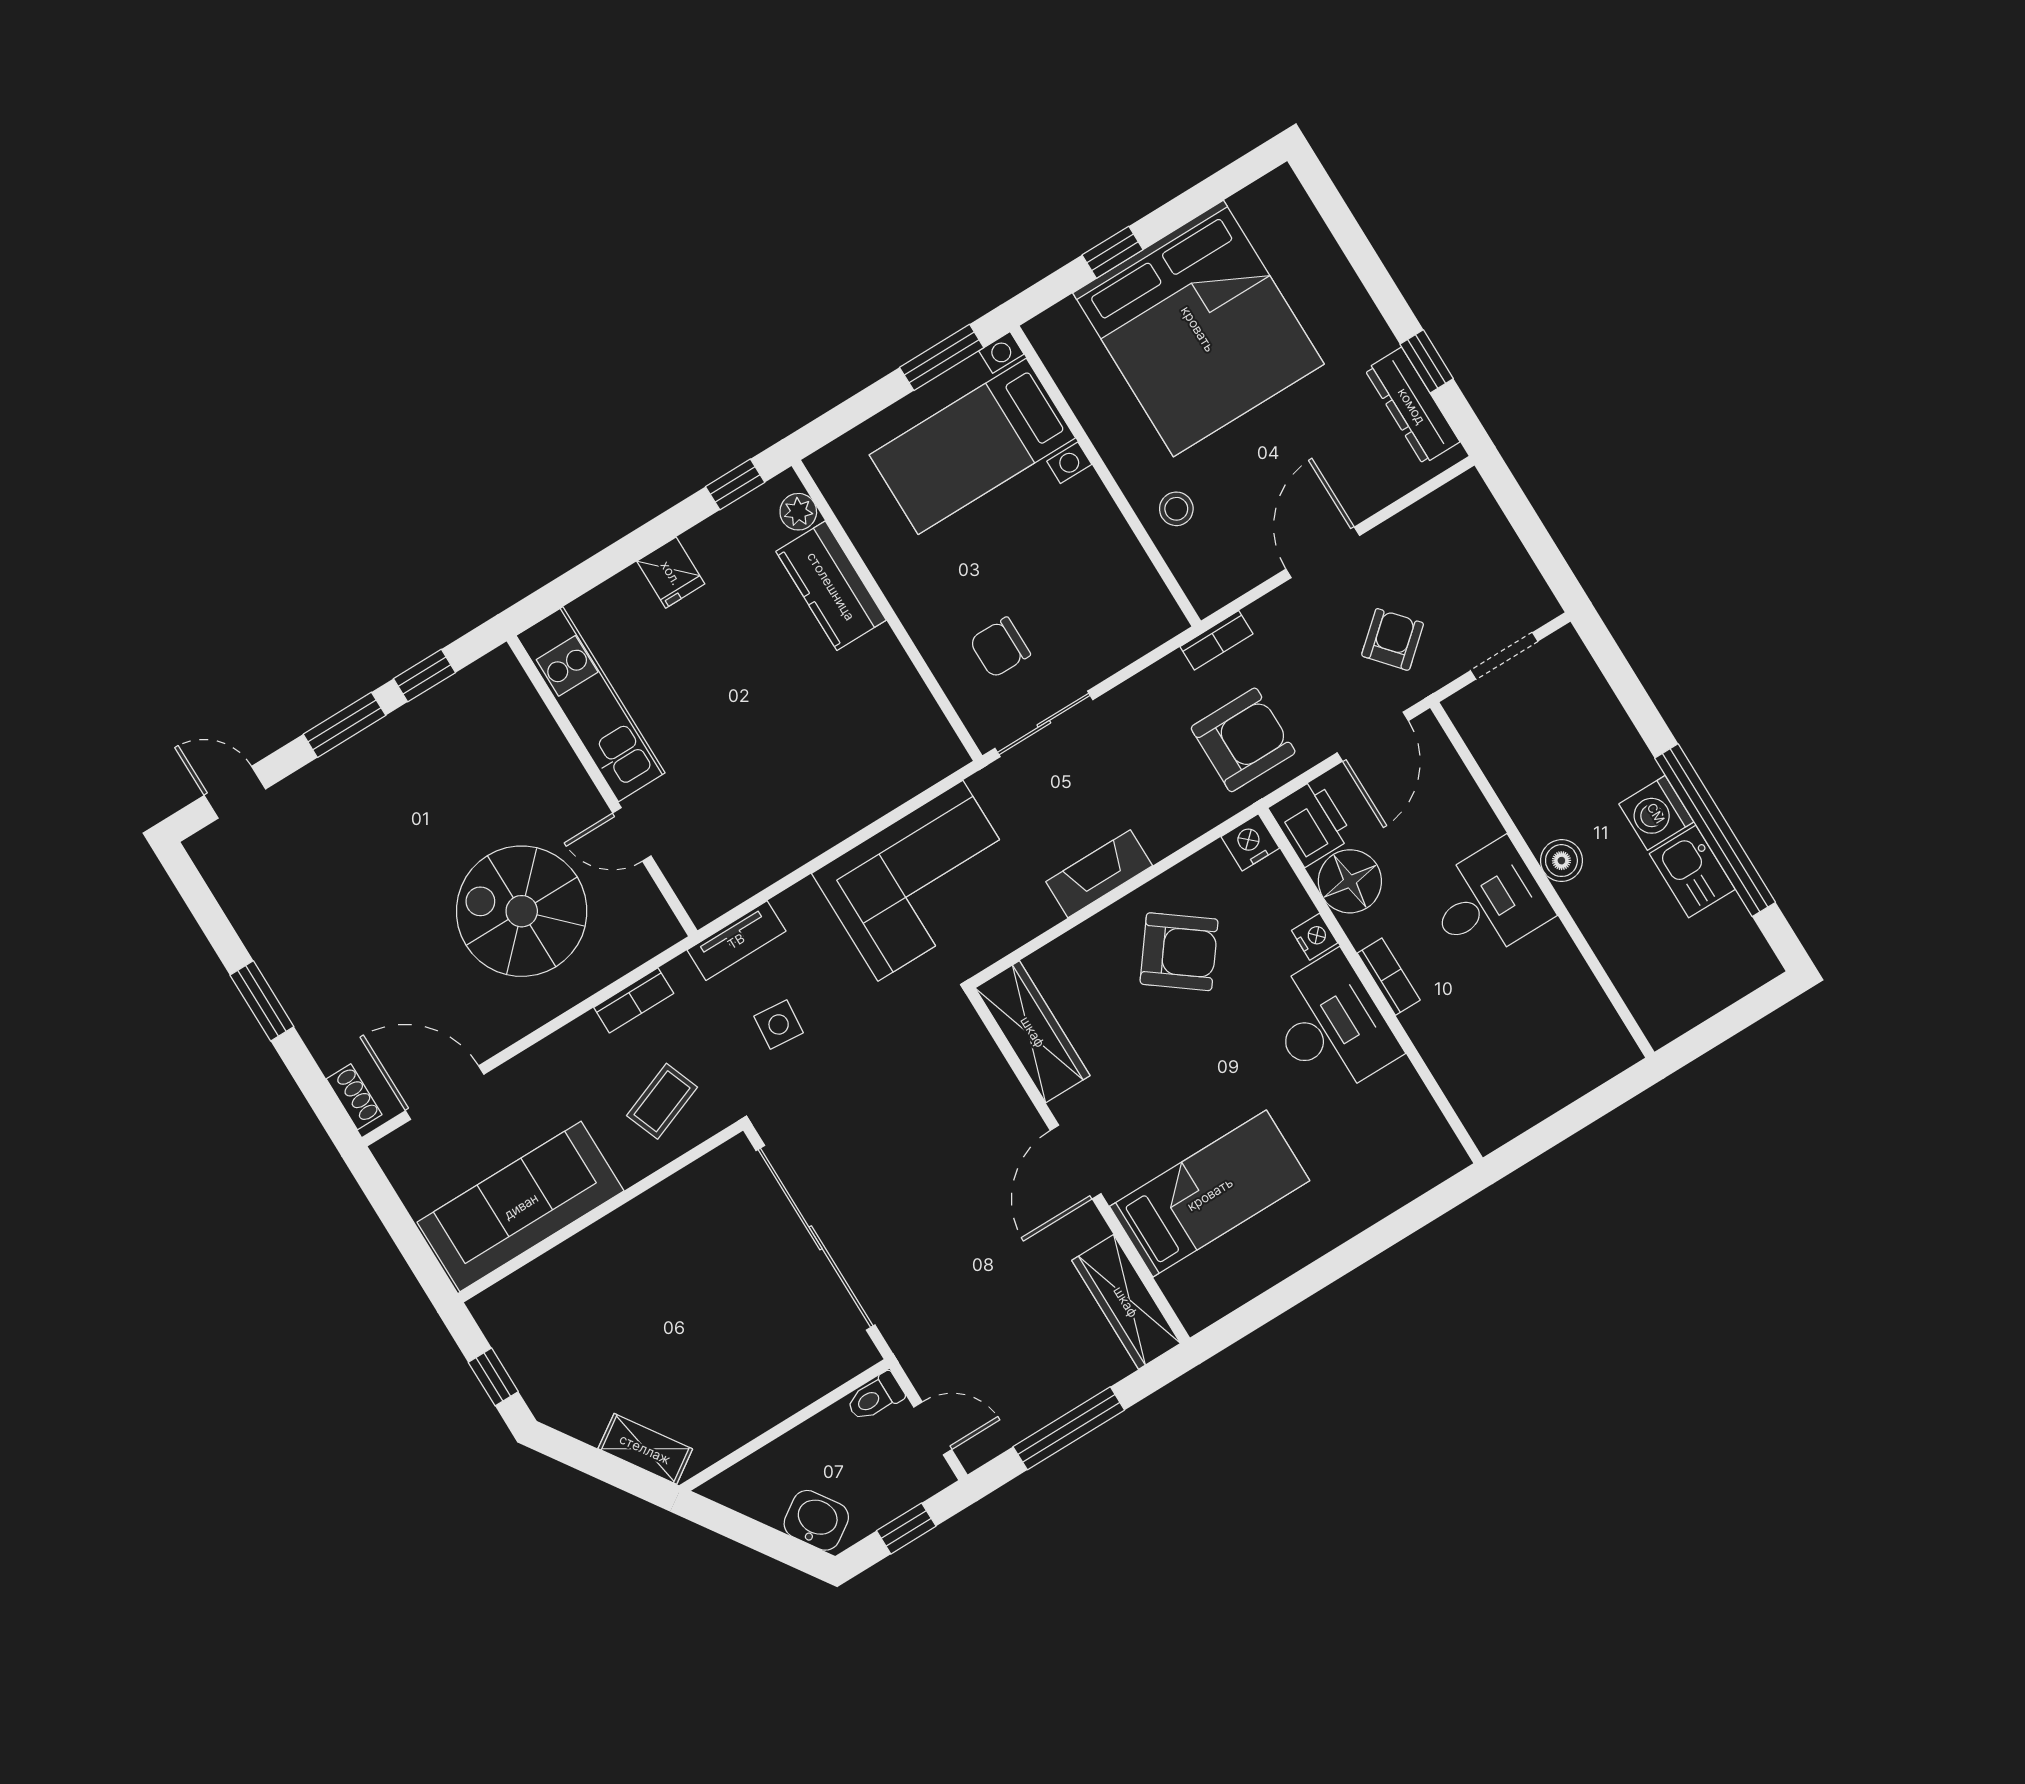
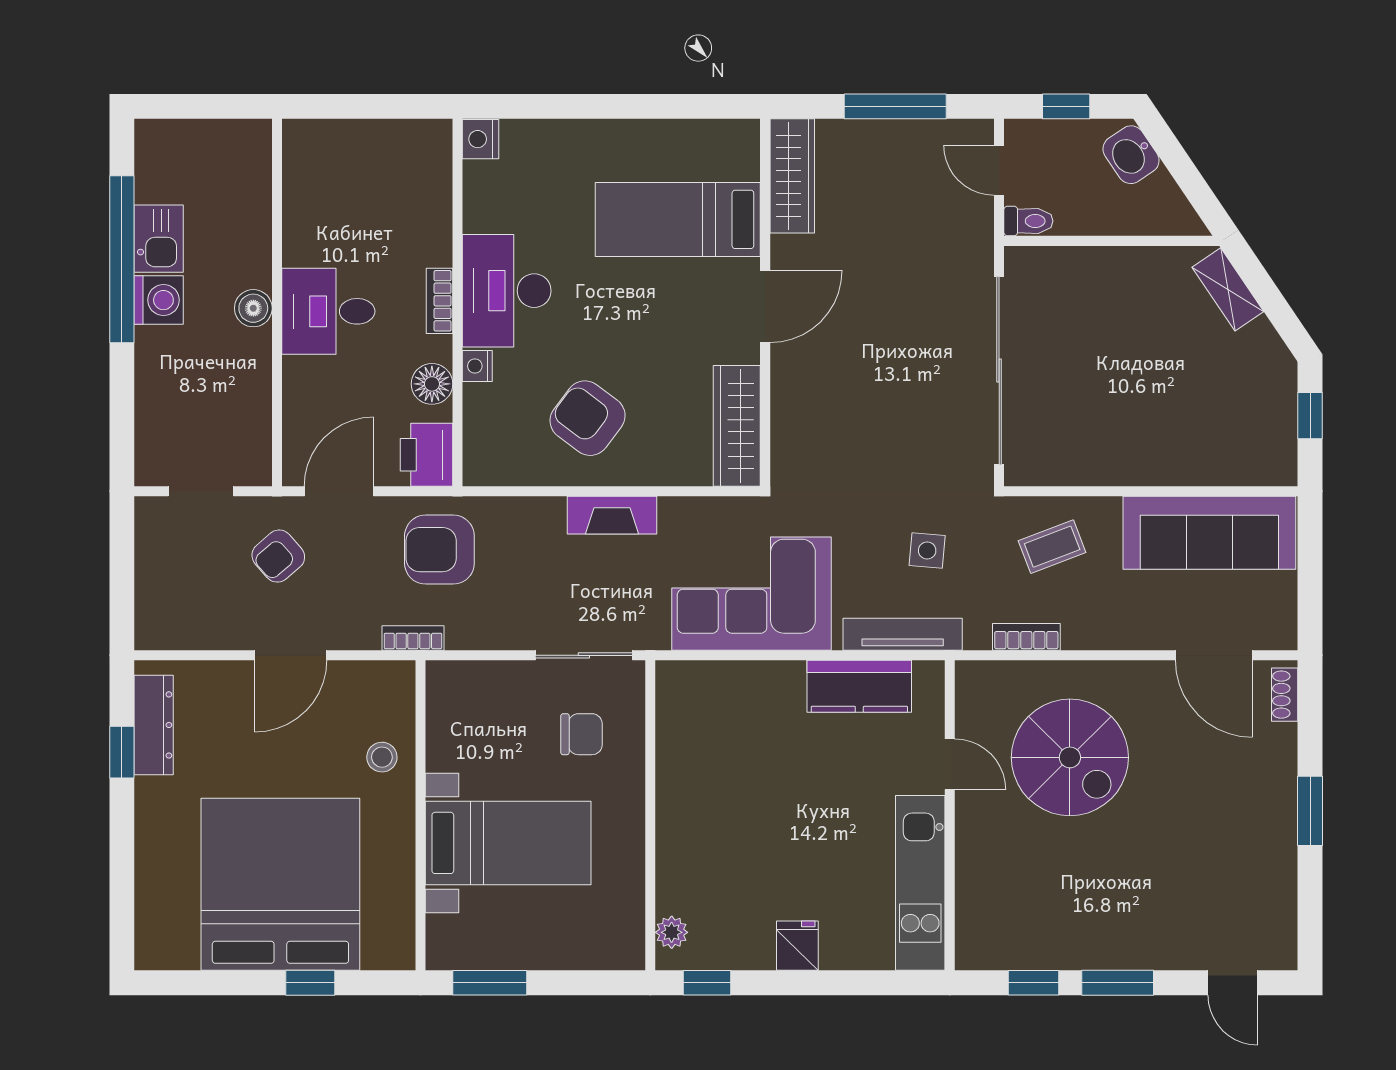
bed with nightstands: (972, 446) -> (508, 843), moved
kitchen counter: (831, 586) -> (859, 686), moved, turned 90
nightstand: (1250, 842) -> (480, 139), moved, turned 90
floor lamp: (1350, 881) -> (432, 384), width x0.73, depth x0.73
tv unit: (736, 941) -> (903, 634), width x1.41

